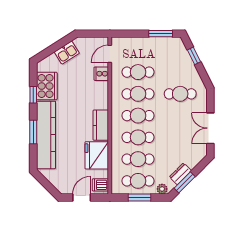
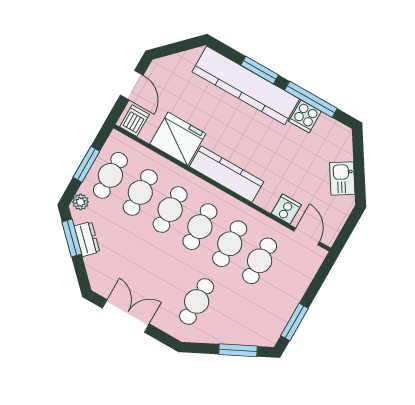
window: (194, 56) -> (238, 350), width x1.50
cooker: (47, 86) -> (305, 116), width x0.53, depth x0.76
window: (33, 95) -> (311, 99), width x2.17
kitchen counter: (101, 125) -> (226, 174), width x1.50

